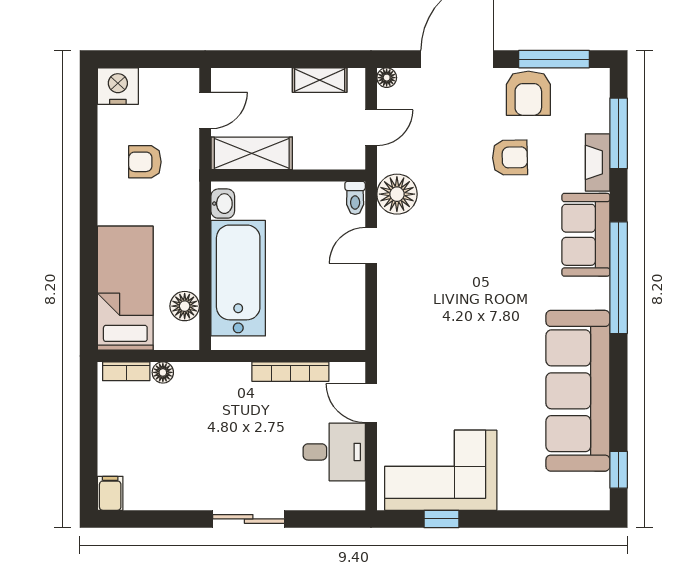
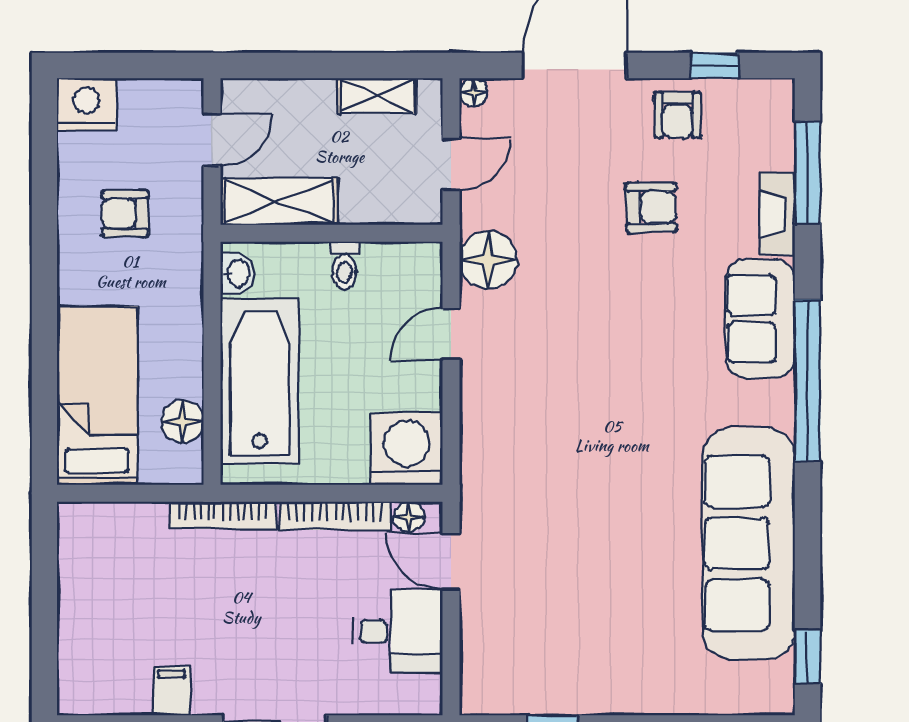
window: (554, 59) -> (715, 66), width x0.46
armchair: (528, 93) -> (678, 115), width x0.72, depth x0.72
toilet: (355, 198) -> (344, 265), moved
washing machine: (340, 325) -> (407, 449), added
bookcase: (126, 371) -> (223, 515), moved, width x1.56
floor lamp: (163, 372) -> (409, 517), moved
corner sofa: (441, 470) -> (552, 658), removed
filing cabinet: (110, 493) -> (172, 691), moved

